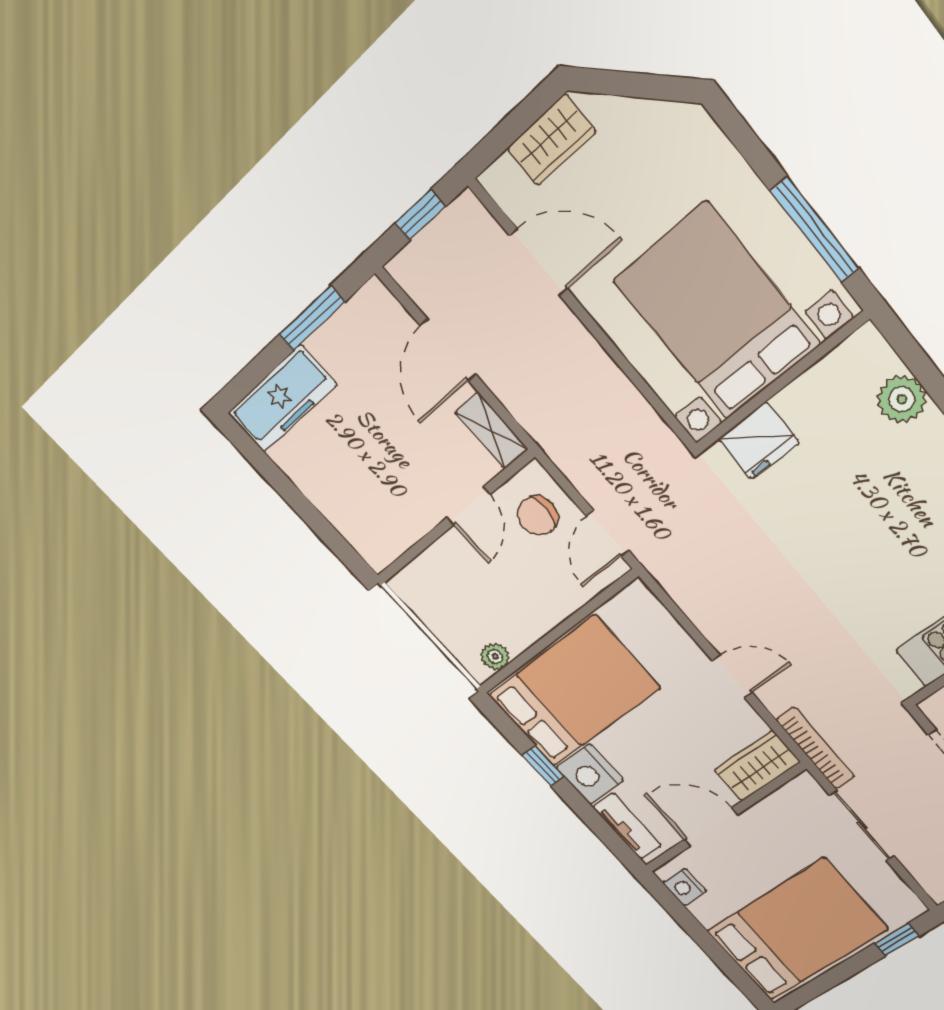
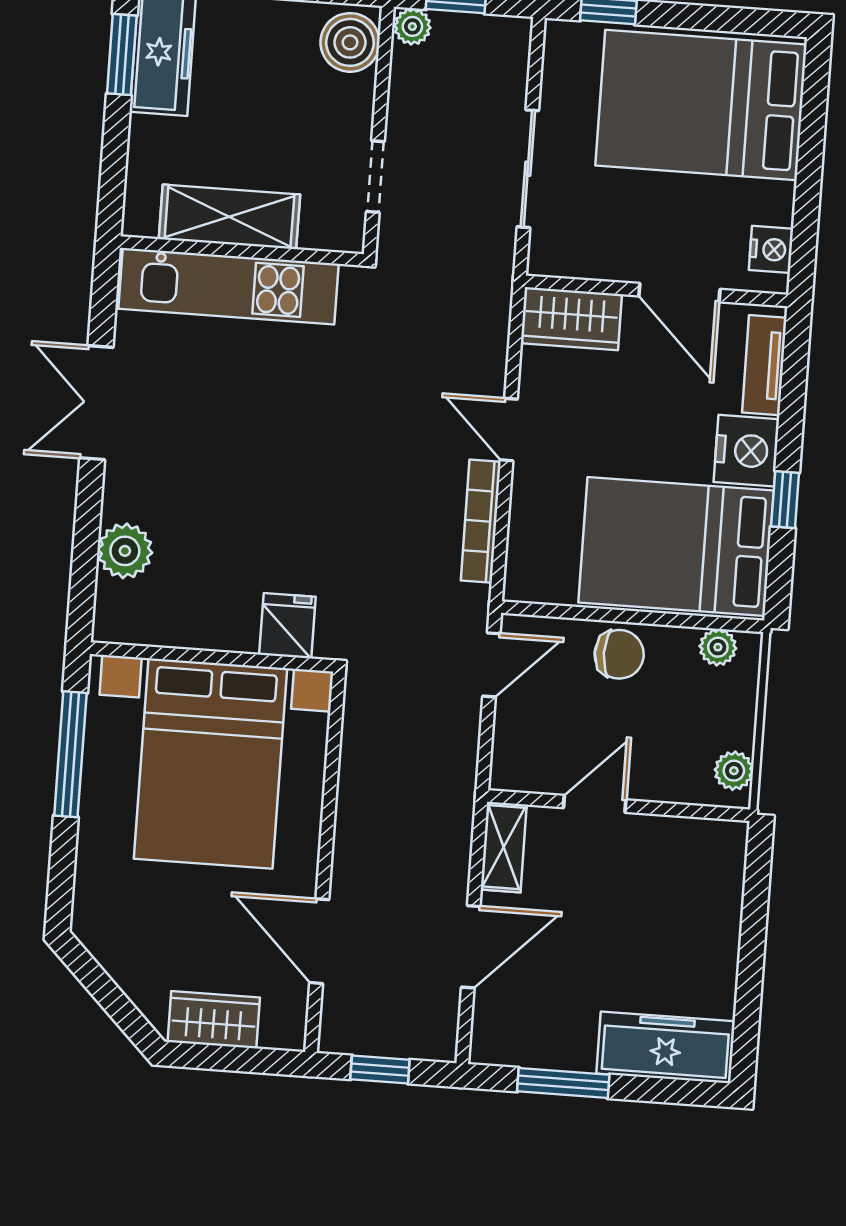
fridge: (759, 441) -> (287, 626), width x0.72
chair: (537, 516) -> (619, 654), moved
plant: (415, 596) -> (734, 771), added
bookcase: (815, 748) -> (481, 521), moved

